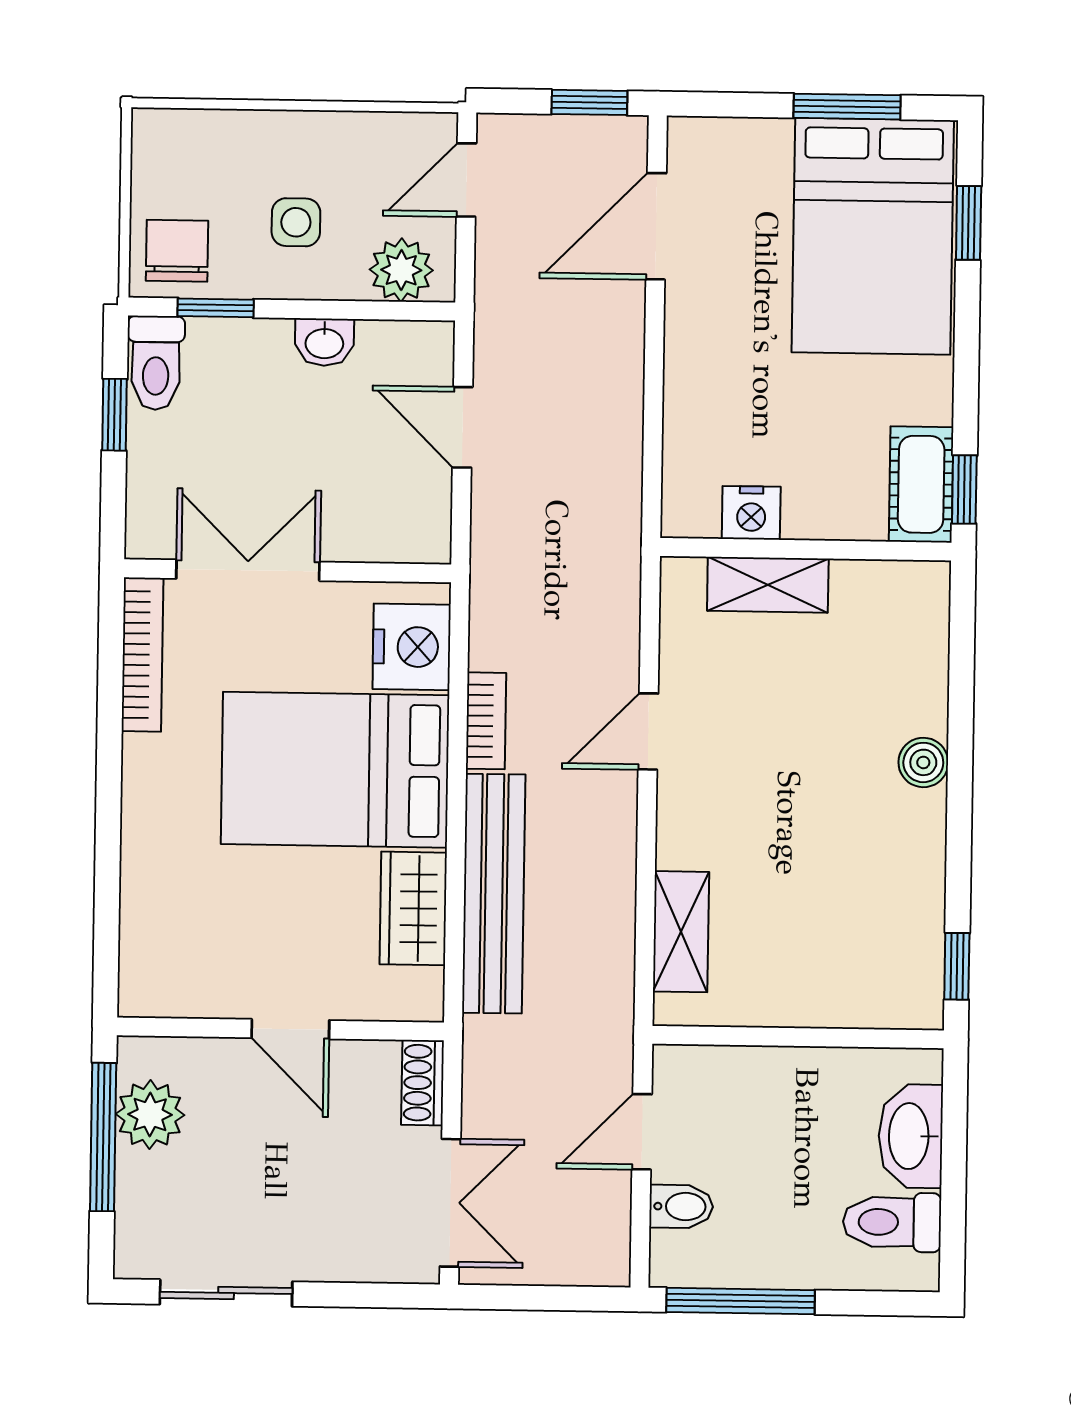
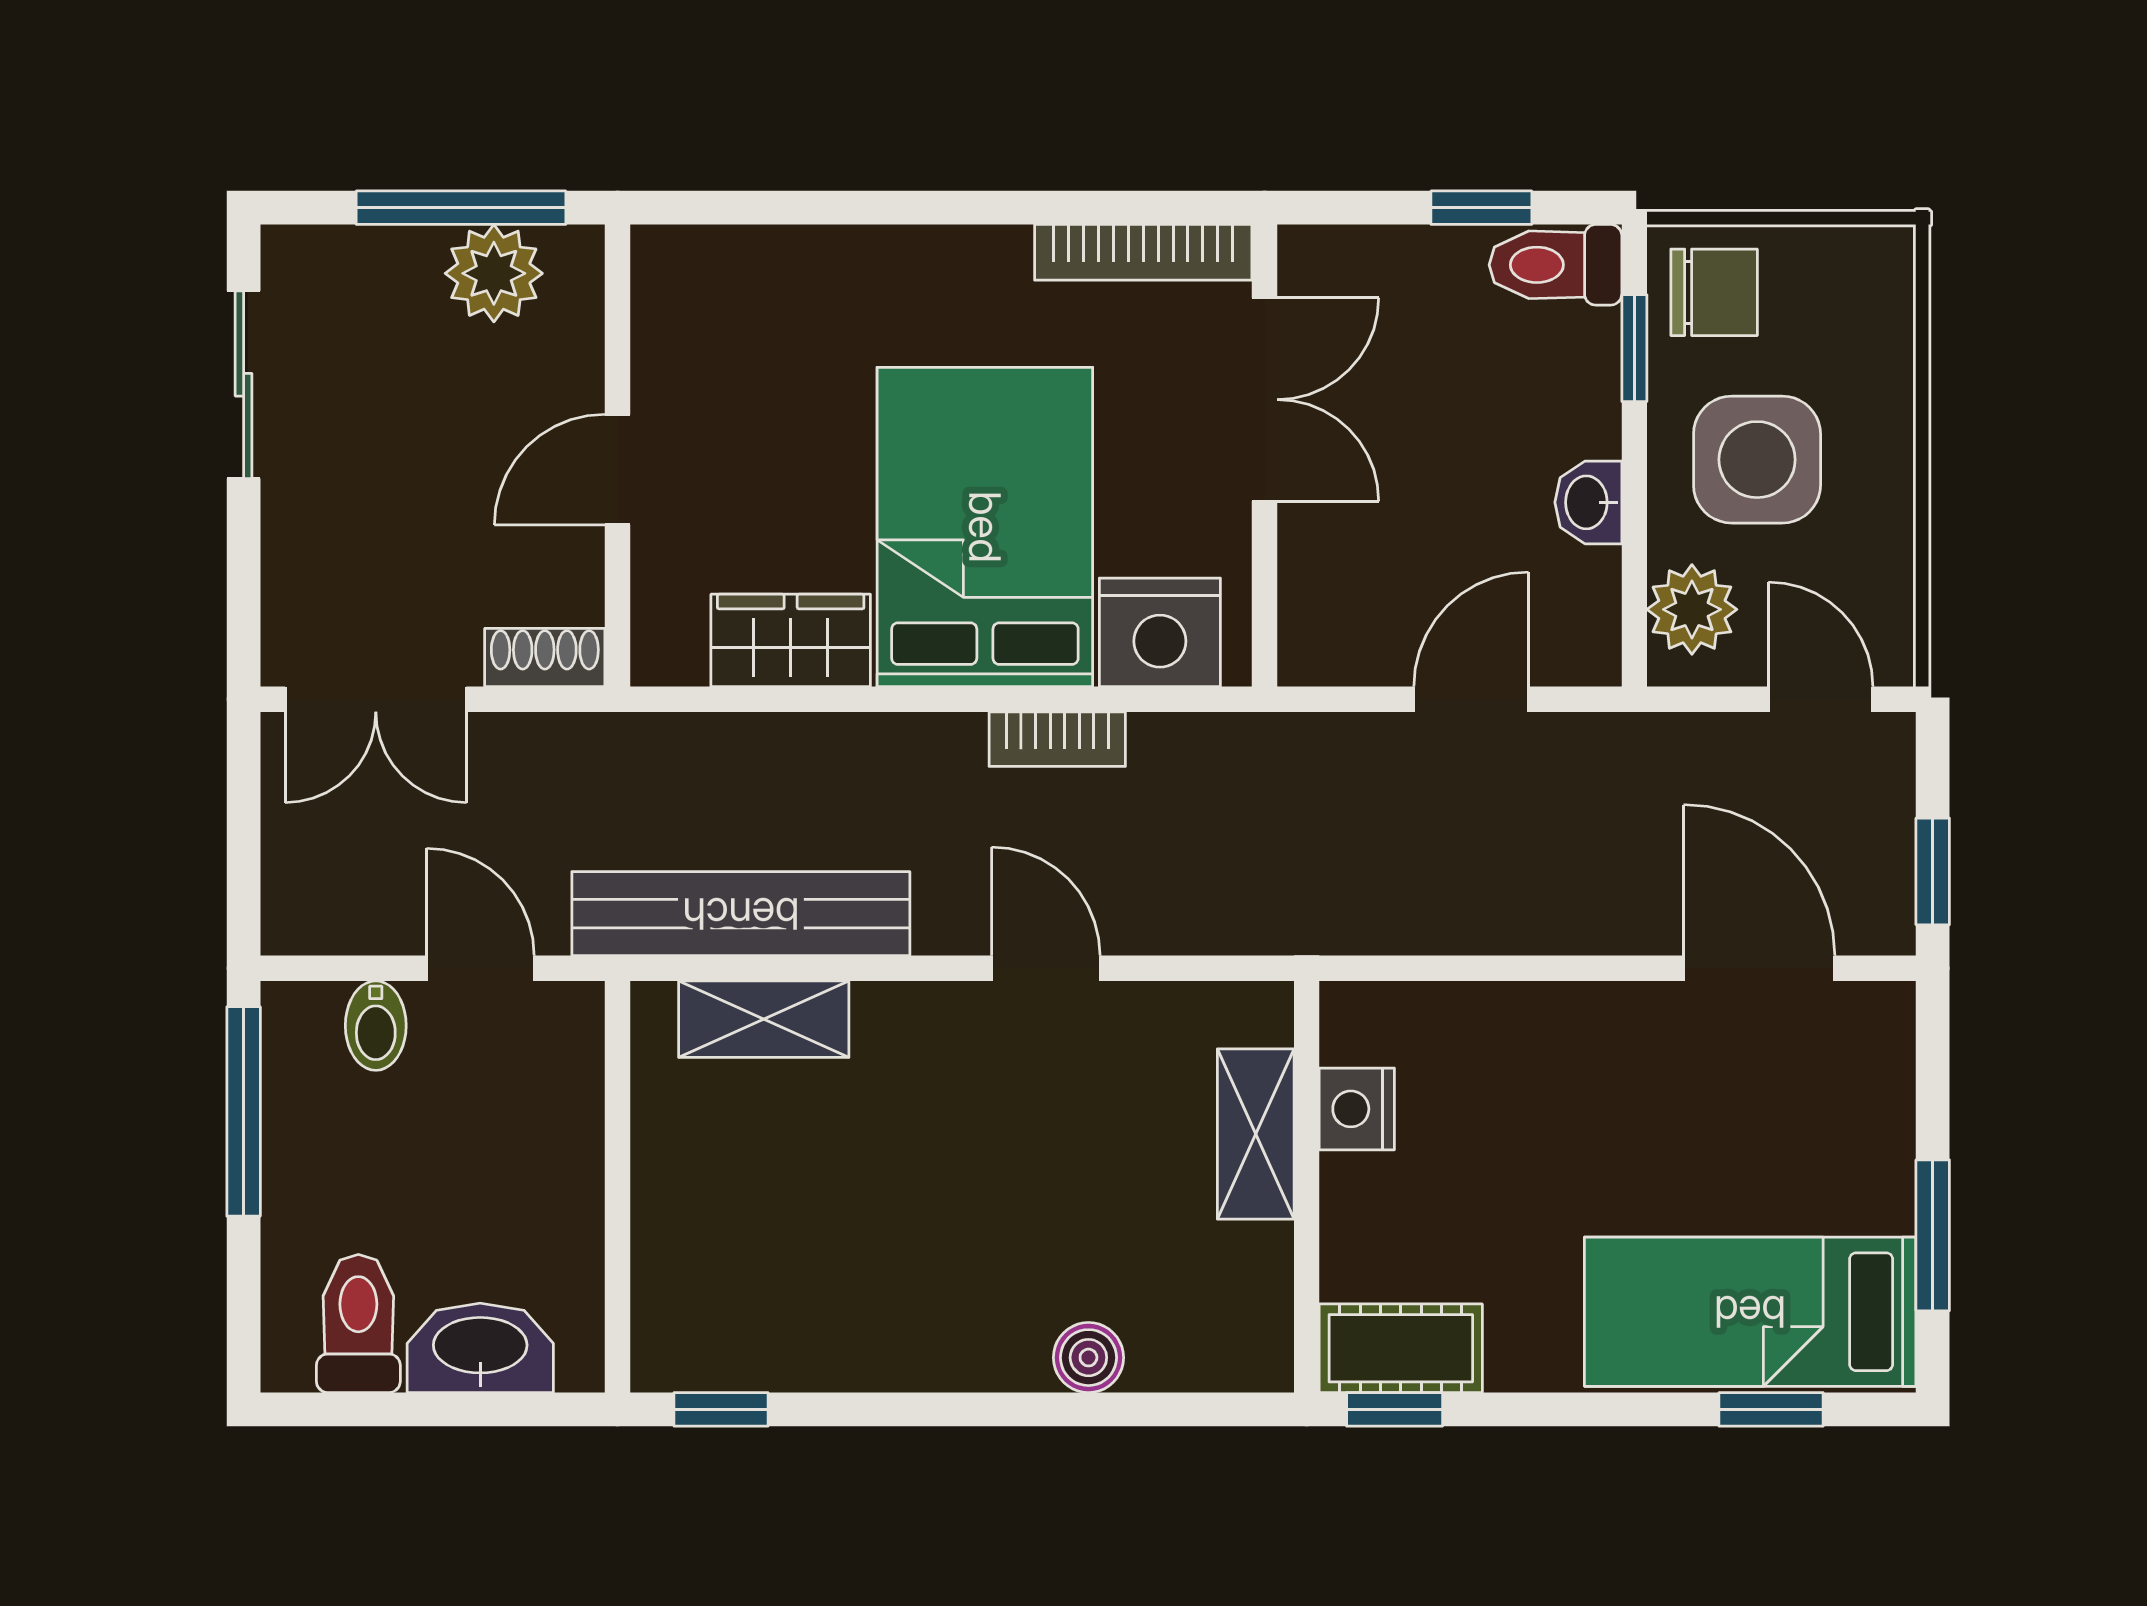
side table: (296, 222) -> (1757, 460), width x1.87, depth x1.87
bed: (873, 236) -> (1750, 1312), width x0.67
boiler: (923, 762) -> (1088, 1358), moved
bench: (494, 894) -> (741, 914), moved

